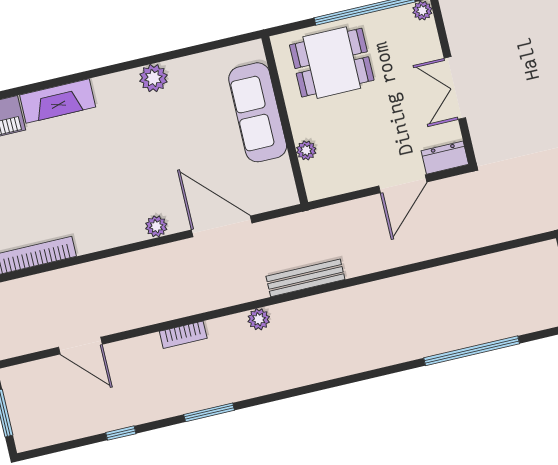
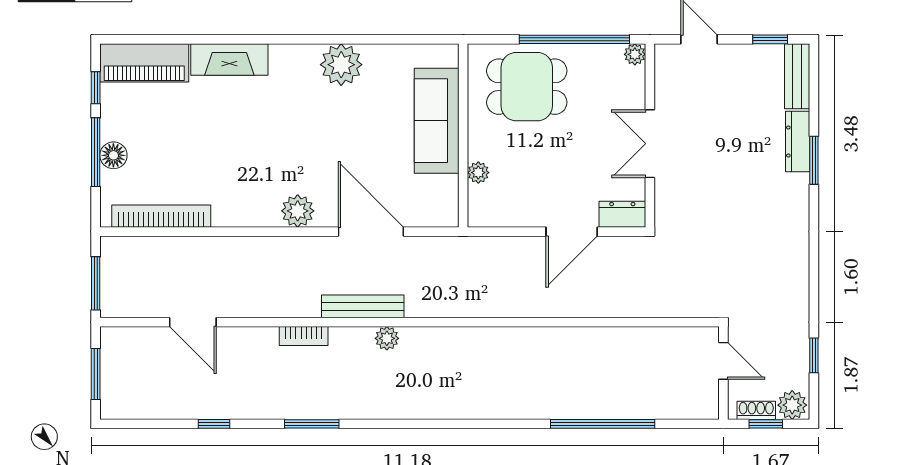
plant: (153, 78) -> (341, 65), width x1.36, depth x1.36
plant: (156, 226) -> (298, 211), width x1.38, depth x1.38
bench: (305, 278) -> (363, 306), moved

